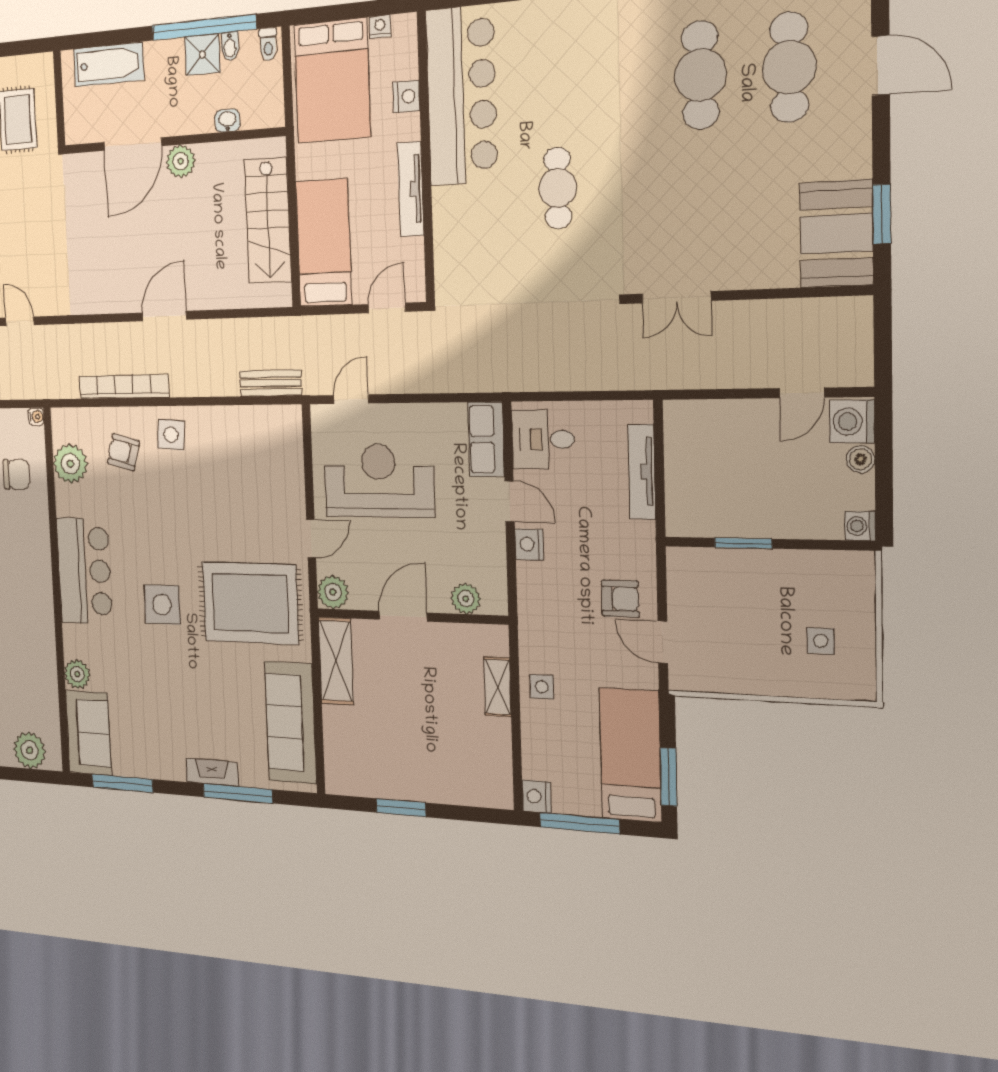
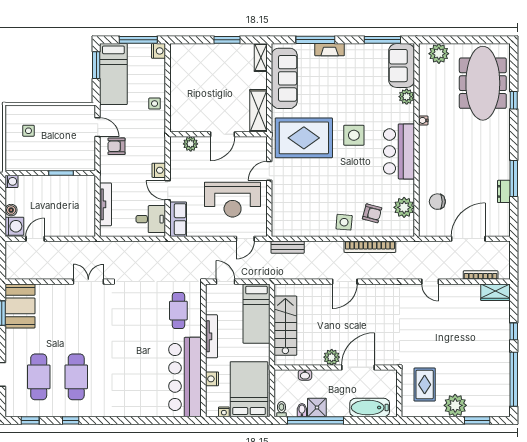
cafe table: (558, 188) -> (178, 311), moved
door: (387, 308) -> (225, 282), swing flipped
water cooler: (36, 417) -> (423, 120), moved
plant: (333, 592) -> (259, 145), removed
shelving: (498, 687) -> (261, 58), moved

